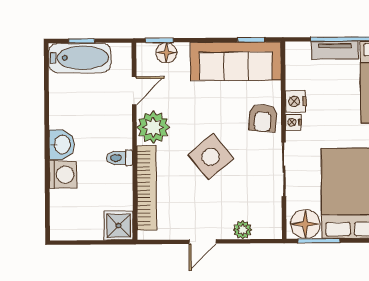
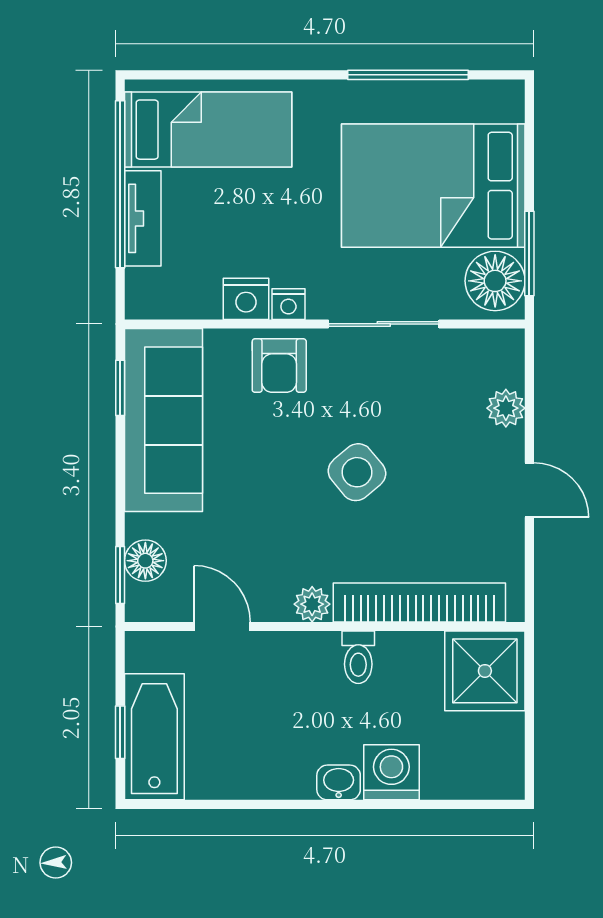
armchair: (263, 118) -> (279, 366), turned 85
plant: (153, 127) -> (312, 604), width x0.53, depth x0.53
washbasin: (62, 145) -> (339, 782), width x0.72, depth x0.69
side table: (211, 157) -> (357, 472), width x0.73, depth x0.73
shower: (118, 226) -> (485, 671), width x1.36, depth x1.36

